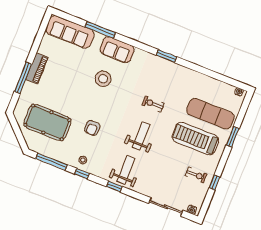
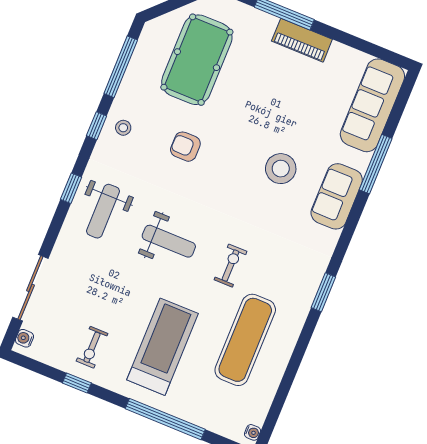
exercise mat: (210, 114) -> (245, 340), moved
window: (233, 137) -> (165, 419), width x2.11
weight bench: (126, 170) -> (103, 211), turned 90

